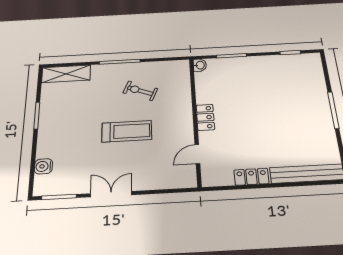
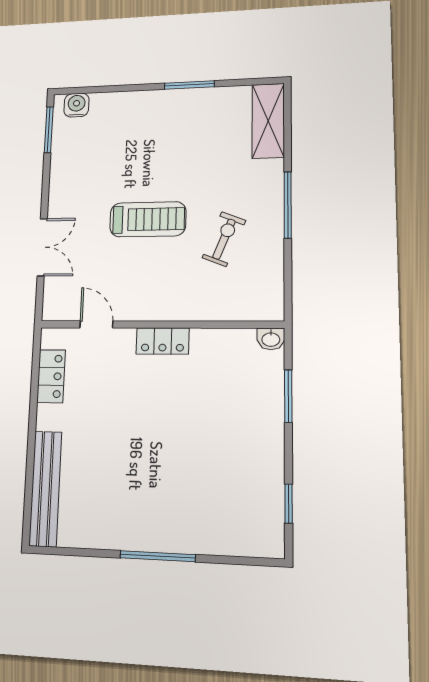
treadmill: (127, 131) -> (148, 219), turned -90
water cooler: (43, 166) -> (76, 105), moved
locker: (251, 177) -> (51, 376), moved
double door: (111, 194) -> (42, 247), moved

